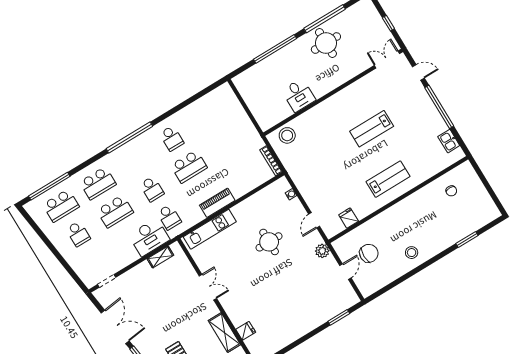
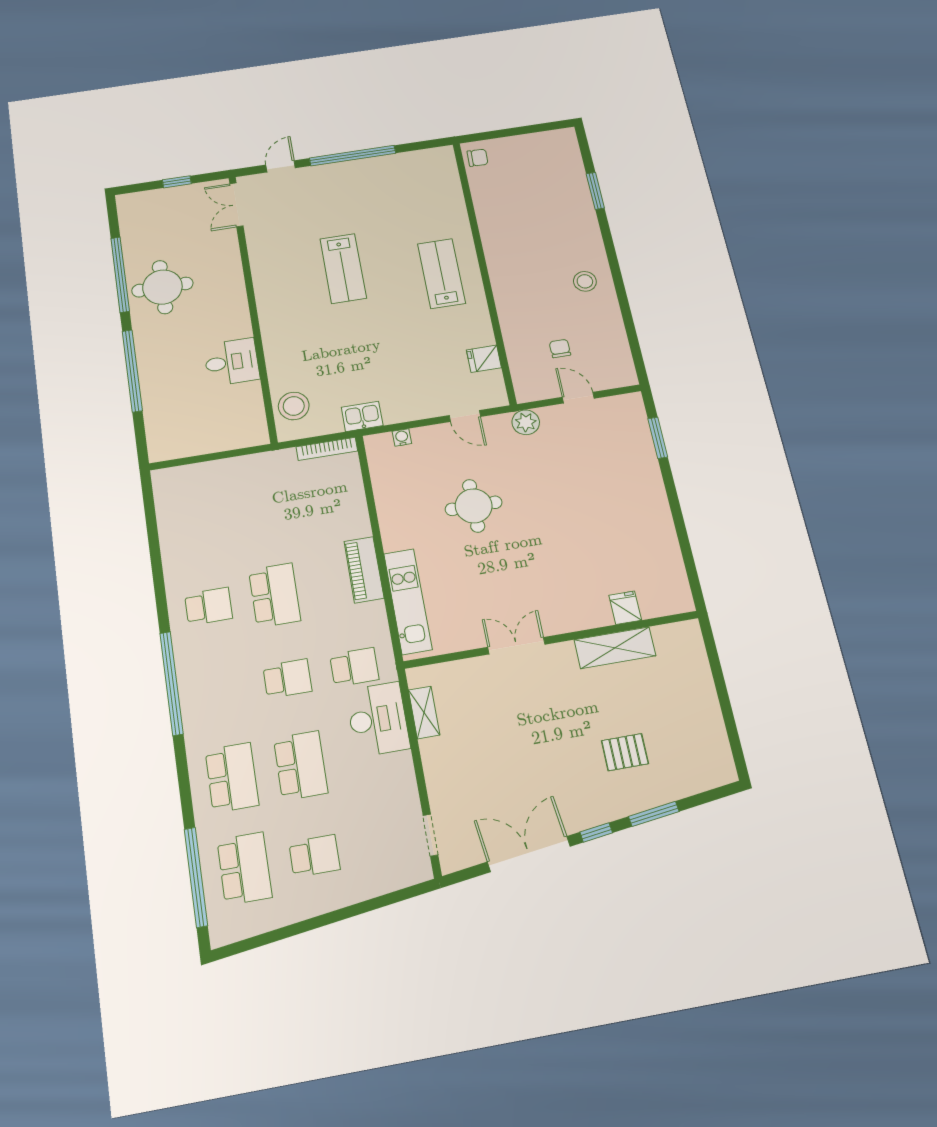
kitchen sink: (449, 141) -> (362, 416), moved, turned 180
chair: (451, 191) -> (478, 158), moved
chair: (369, 253) -> (560, 348), width x0.54, depth x0.54

